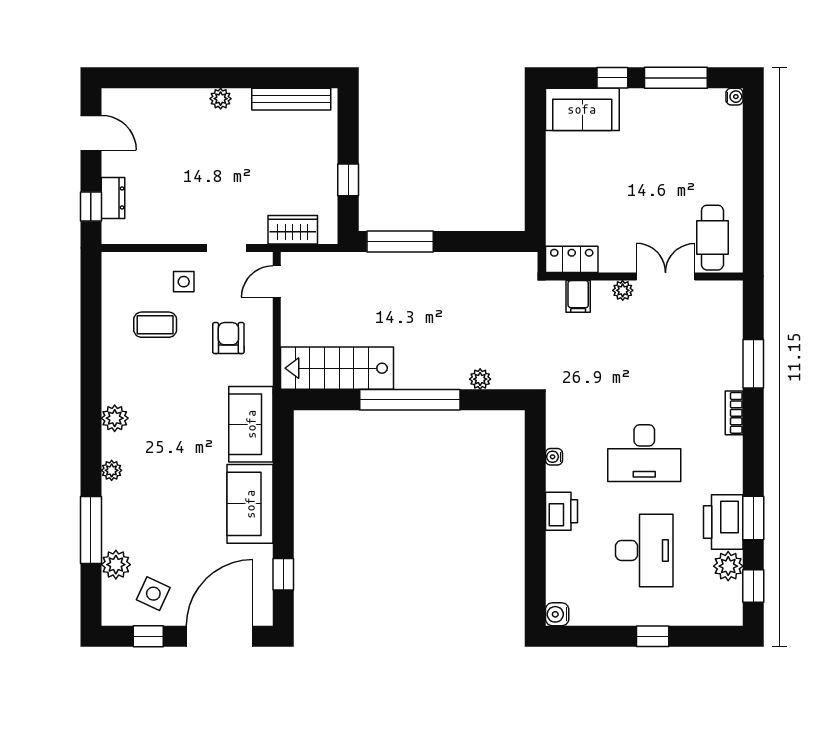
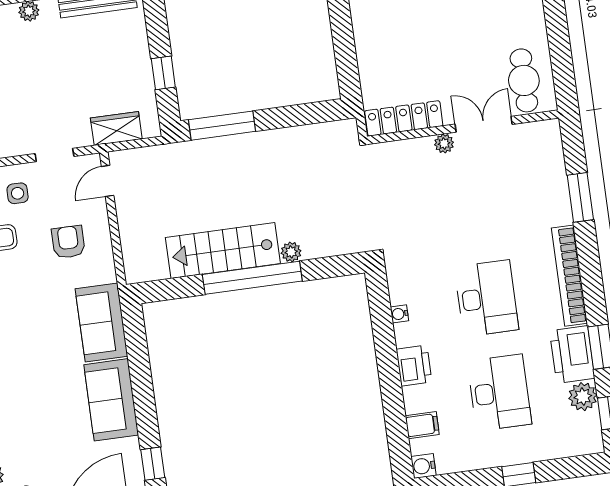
locker: (572, 259) -> (404, 118), width x1.53
filing cabinet: (578, 296) -> (422, 425), moved, turned -90
stairs: (337, 368) -> (223, 251), moved
plant: (480, 379) -> (291, 252), moved
bookcase: (734, 413) -> (569, 276), width x2.31, depth x1.31
desk: (644, 453) -> (486, 298), turned -90

